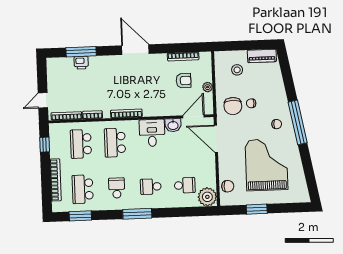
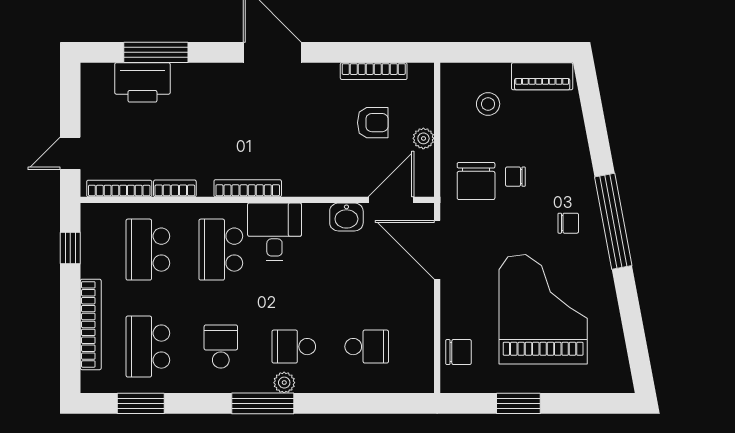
printer: (81, 63) -> (142, 82), width x1.87, depth x1.48
desk: (152, 133) -> (274, 232), moved
plant: (207, 197) -> (284, 383), moved, width x0.53, depth x0.53

